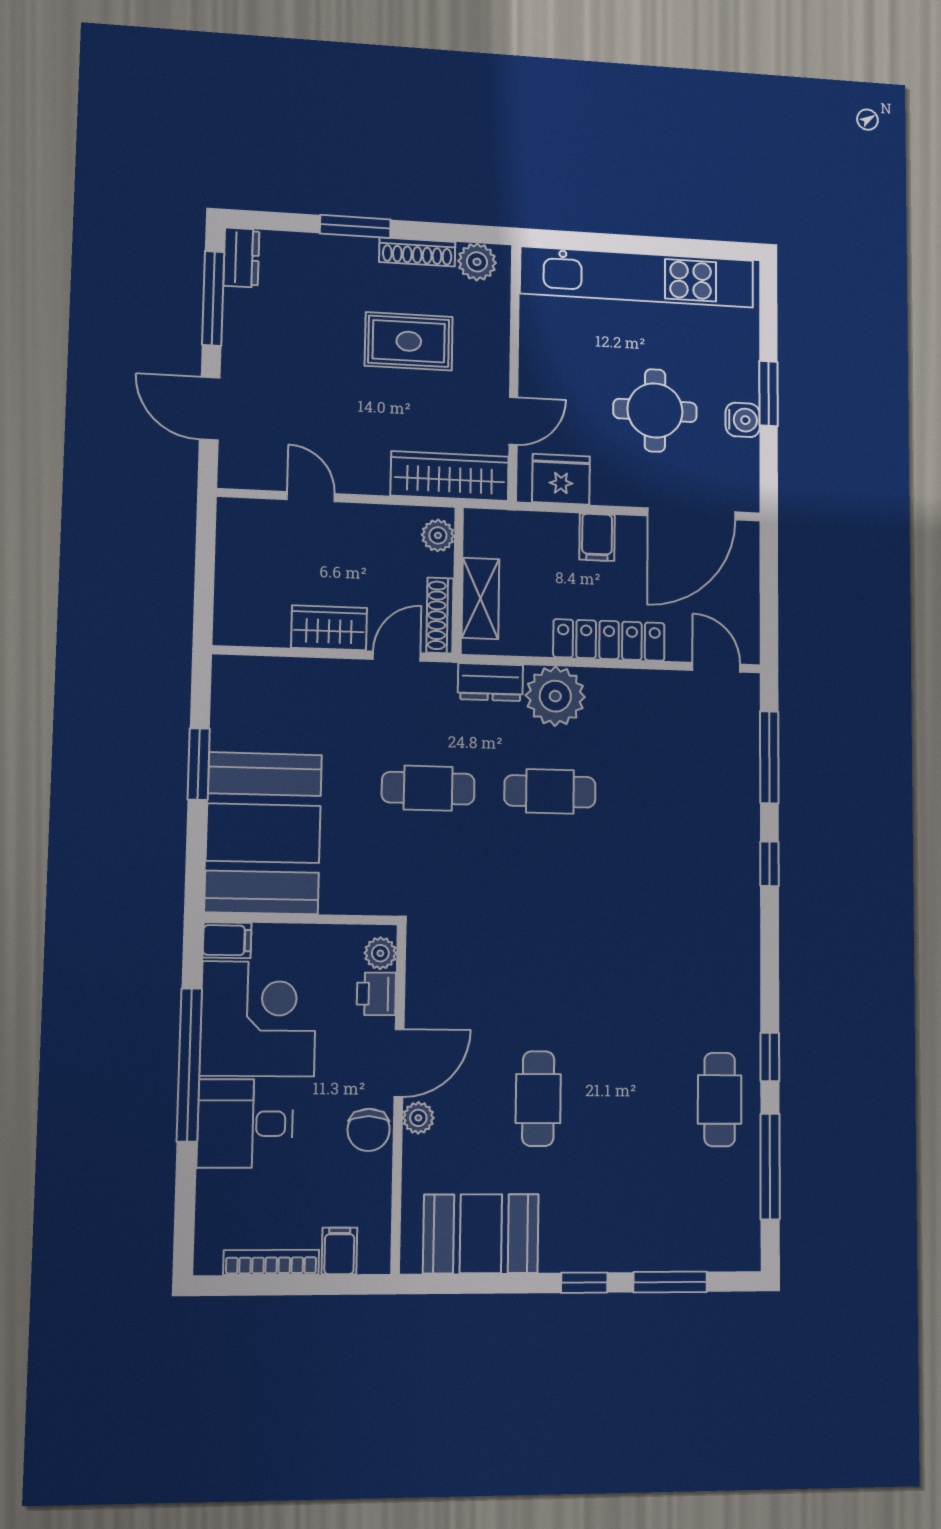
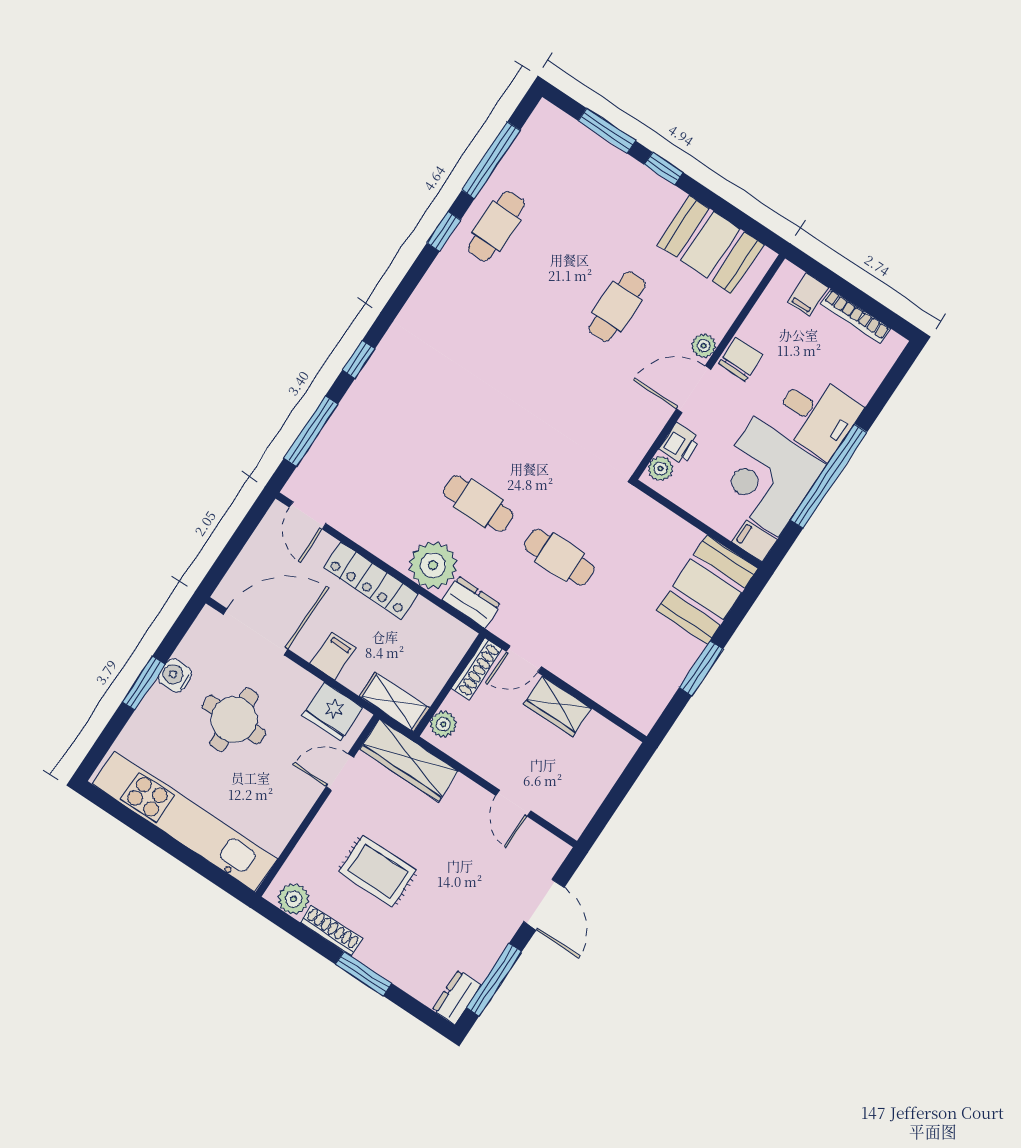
shelving: (481, 598) -> (394, 702), moved, turned 90
booth: (263, 833) -> (707, 590), width x0.73, depth x0.70

